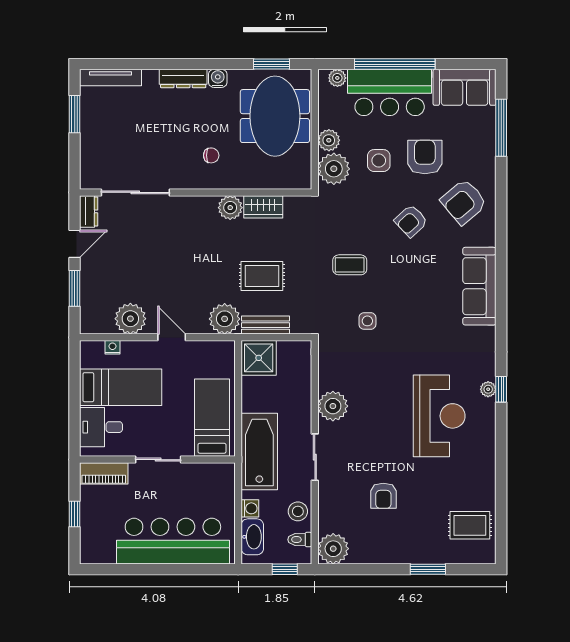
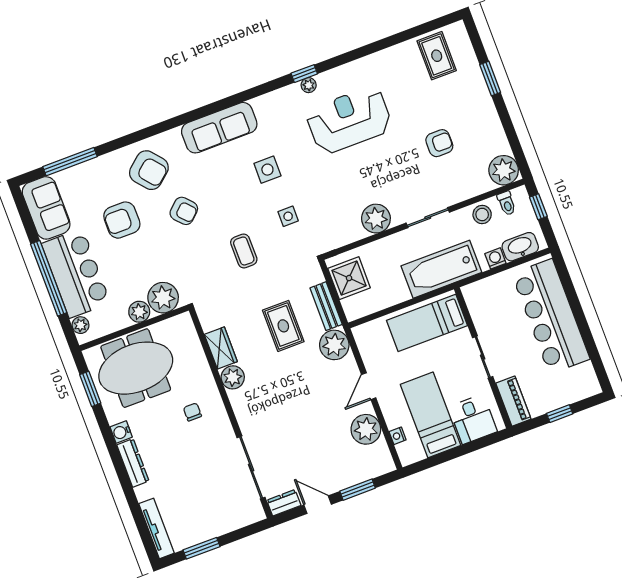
side table: (379, 161) -> (267, 170), moved
shower: (259, 358) -> (349, 278), moved

